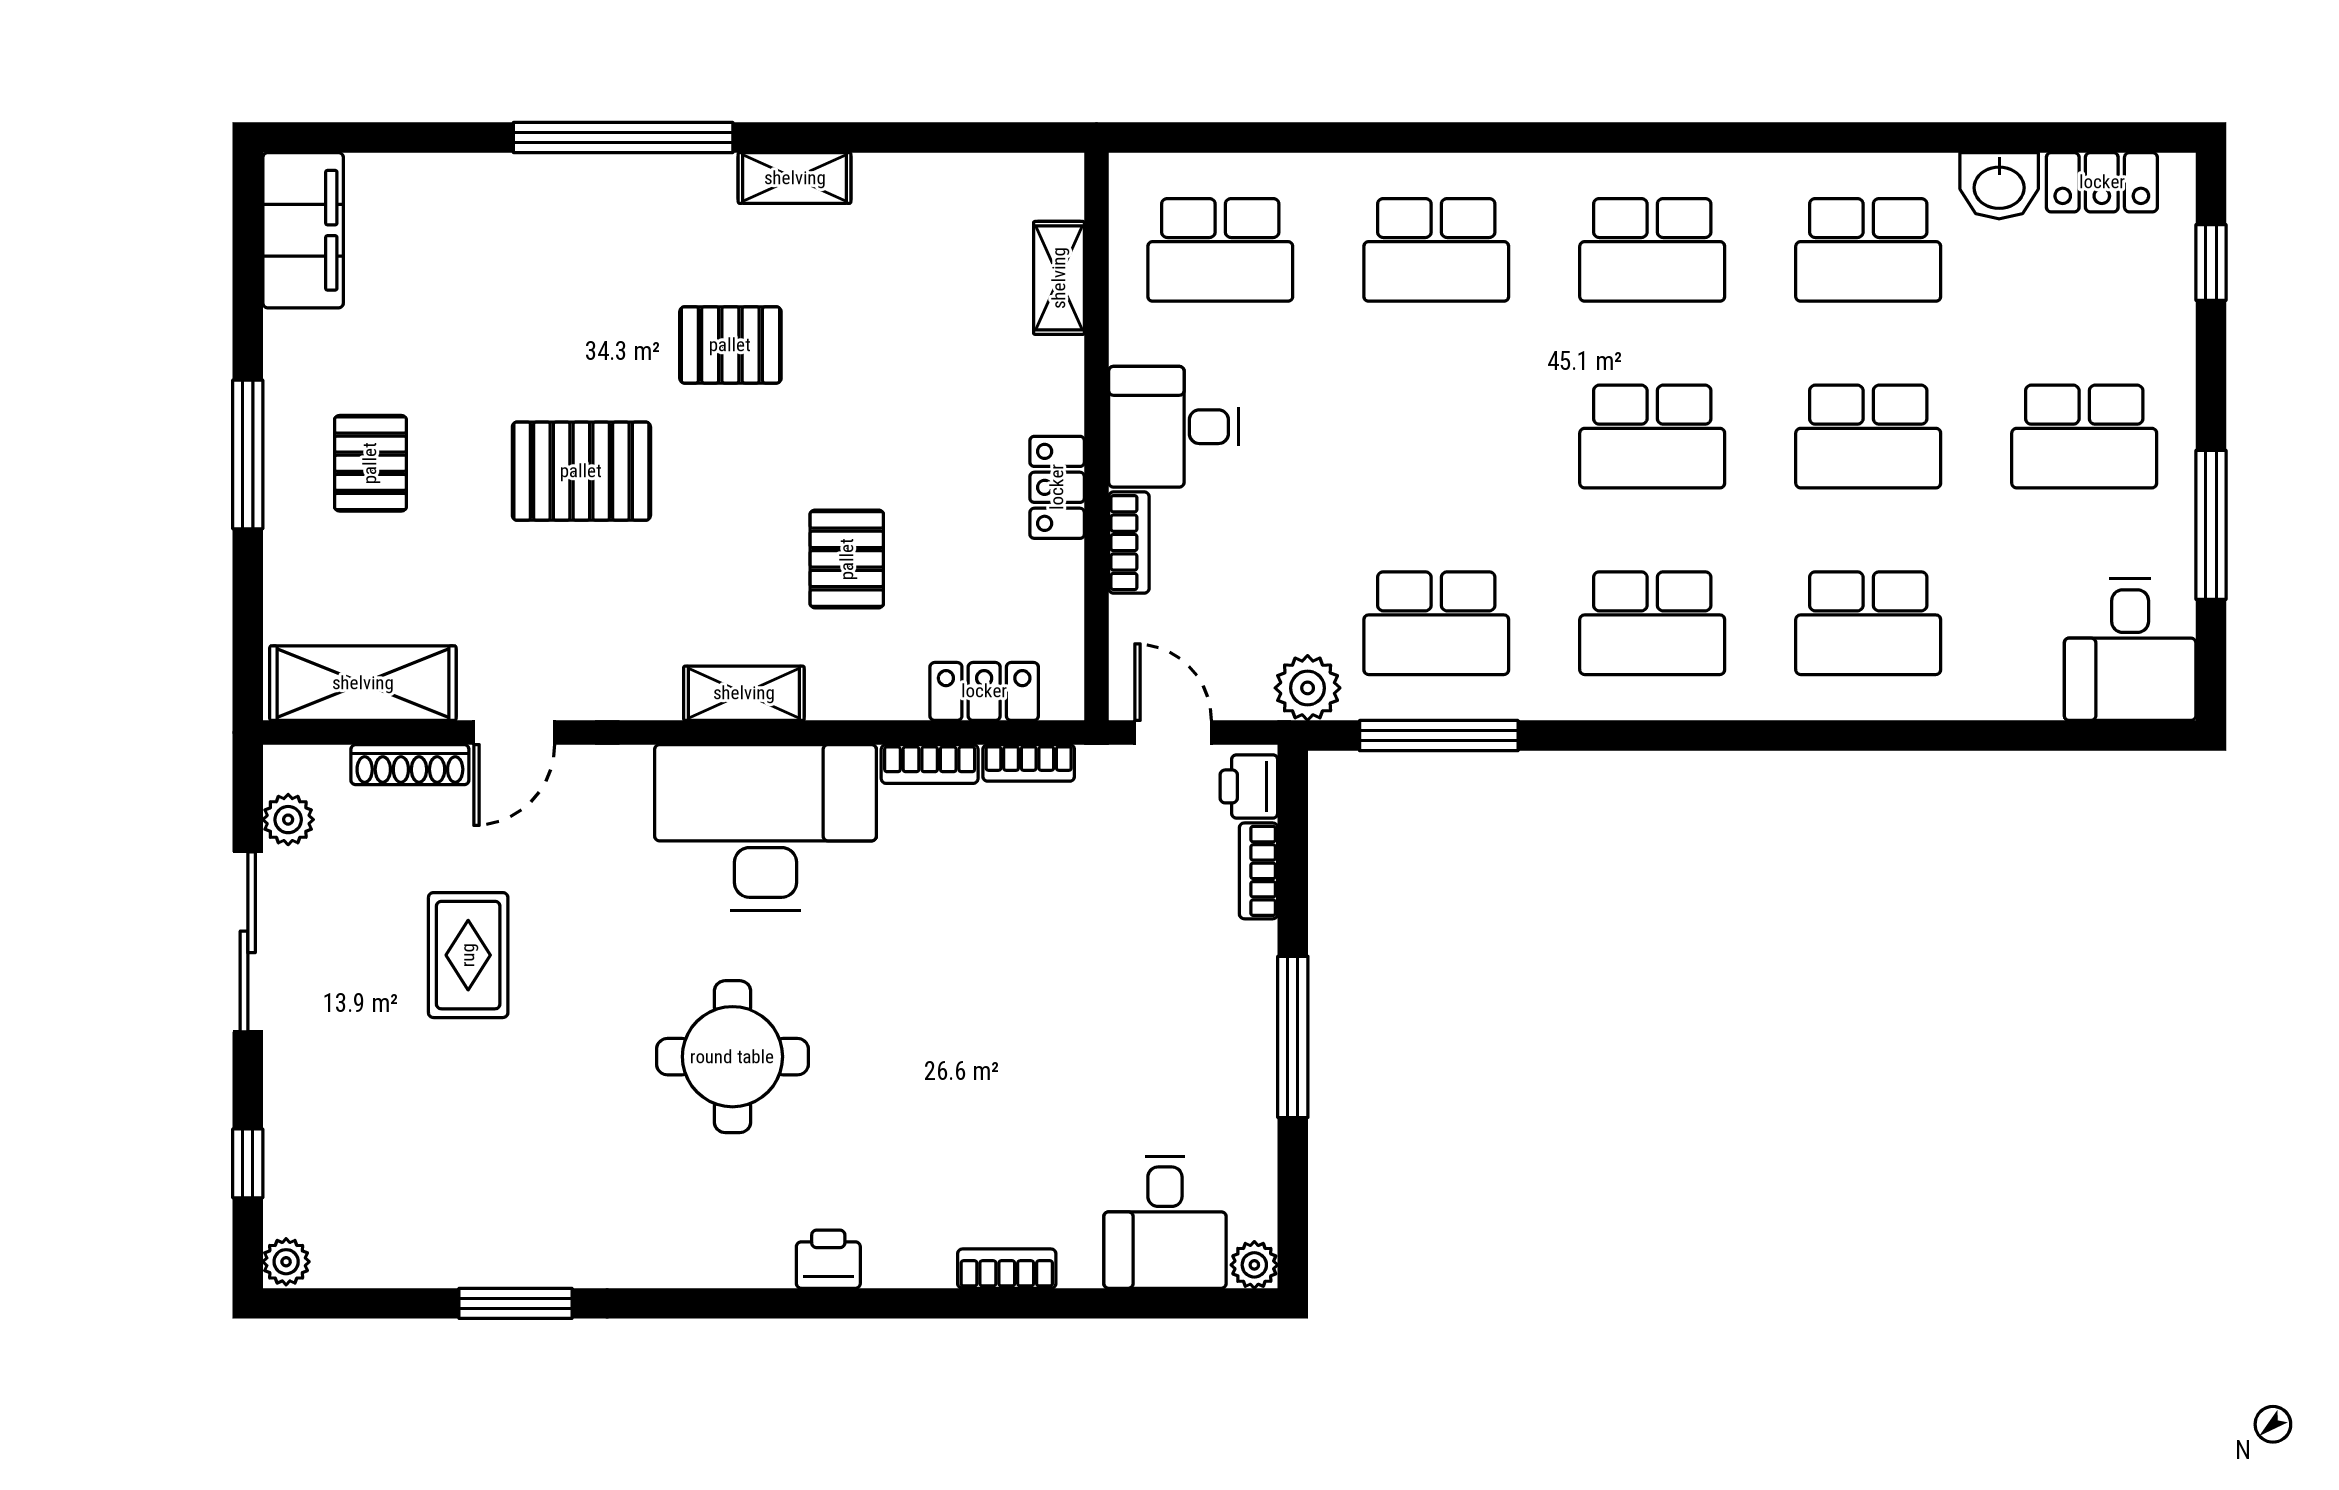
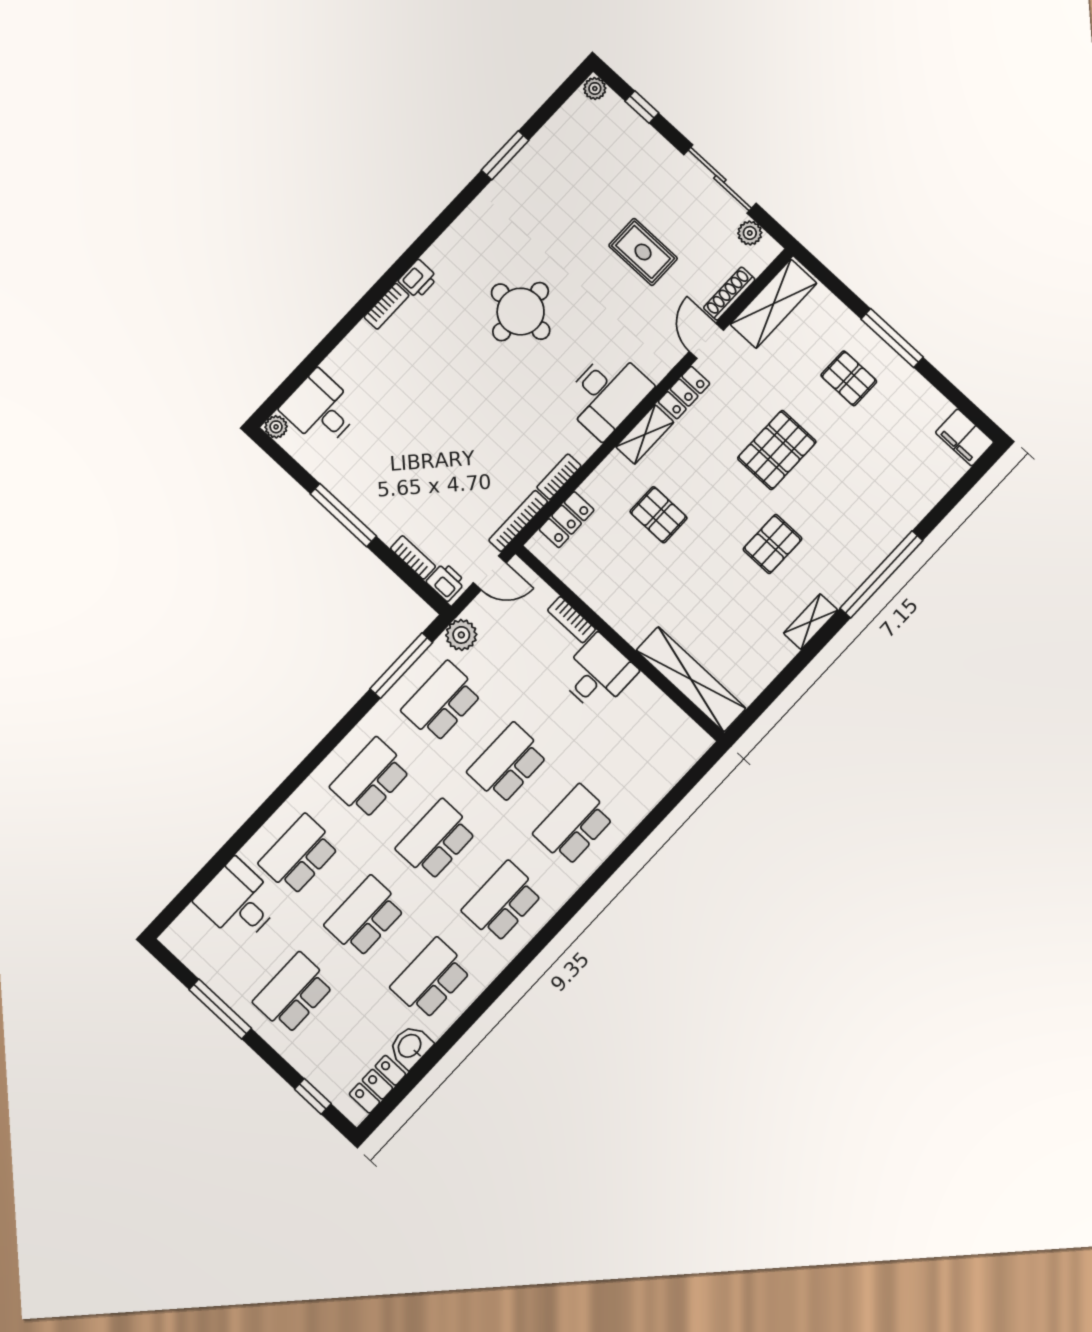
filing cabinet: (303, 230) -> (965, 437), width x0.67, depth x0.86
school desk: (1220, 250) -> (508, 763), moved
shelving: (1059, 278) -> (691, 679), width x2.20, depth x1.33
locker: (1057, 487) -> (684, 393), moved, turned 90
desk: (2130, 649) -> (238, 901), moved
bookcase: (1029, 763) -> (518, 521), width x1.56
desk: (765, 828) -> (607, 394), width x0.73, depth x0.77
bookcase: (1007, 1269) -> (386, 306), moved

